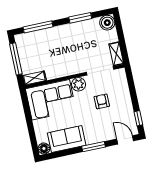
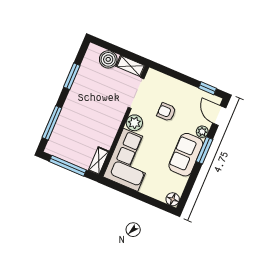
boiler: (107, 23) -> (108, 59), moved
plant: (106, 136) -> (202, 132), added
sofa: (67, 139) -> (186, 155), moved
door: (125, 140) -> (219, 115), hinge flipped

